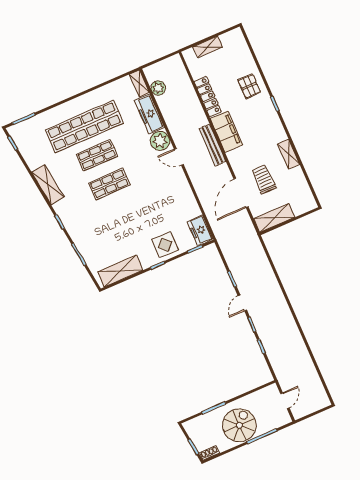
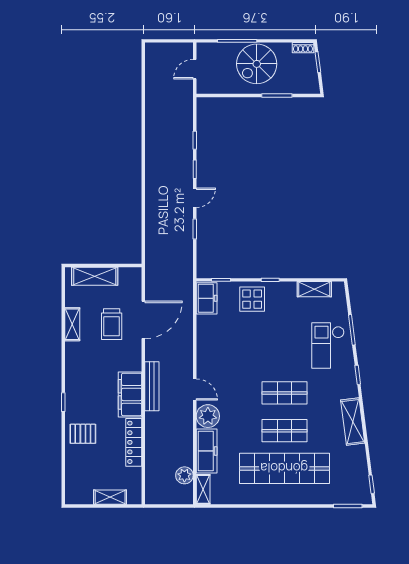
pallet: (249, 86) -> (83, 434), turned 90
shelving: (289, 154) -> (72, 324), moved
shelving: (274, 218) -> (95, 276), moved
checkout: (92, 234) -> (328, 345), added
shelving: (120, 271) -> (314, 289), width x0.67, depth x0.75

